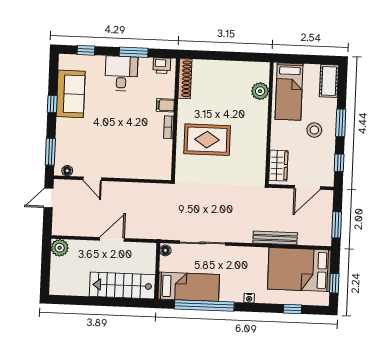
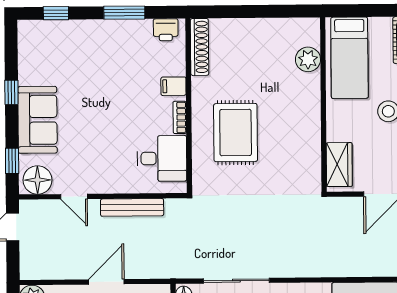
desk: (121, 73) -> (162, 158), moved, turned 90
sofa: (71, 94) -> (37, 120), moved
rug: (207, 140) -> (236, 133), turned 90
window: (50, 152) -> (12, 161), width x0.67
floor lamp: (67, 171) -> (38, 180), width x1.89, depth x1.89
bench: (275, 238) -> (132, 207), moved

